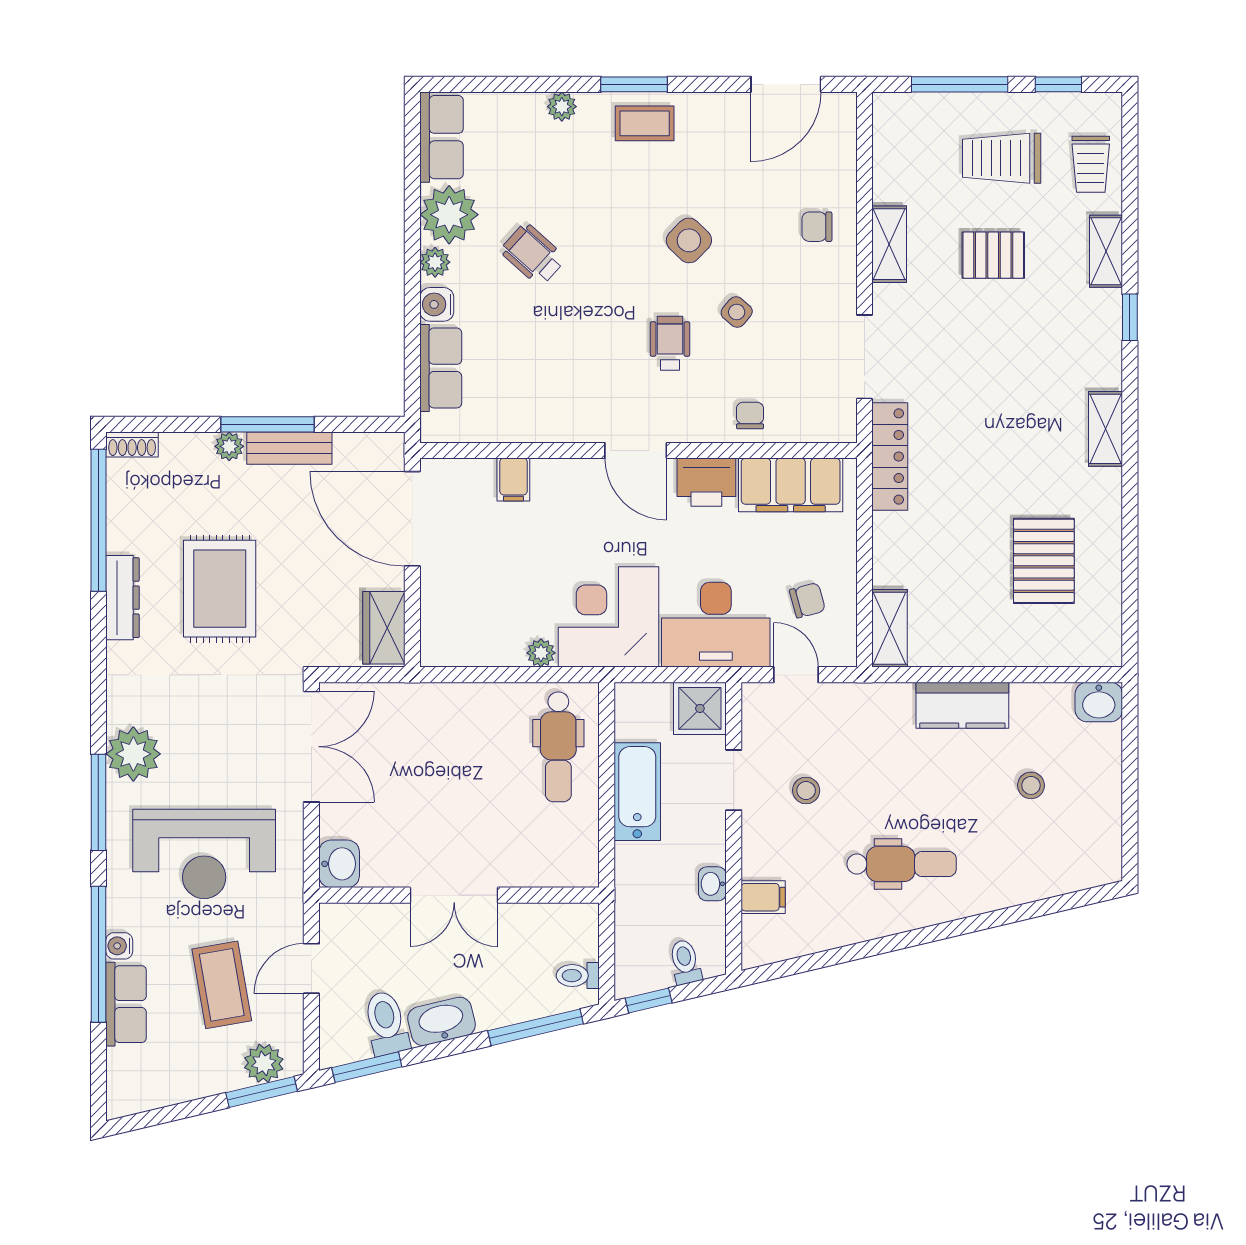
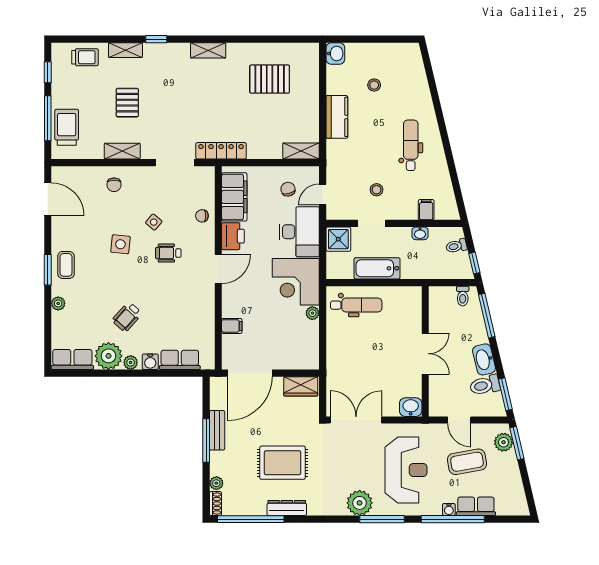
trolley: (1002, 158) -> (67, 127), moved, turned 180
side table: (689, 240) -> (120, 244), turned -38
plant: (229, 446) -> (216, 483), moved

